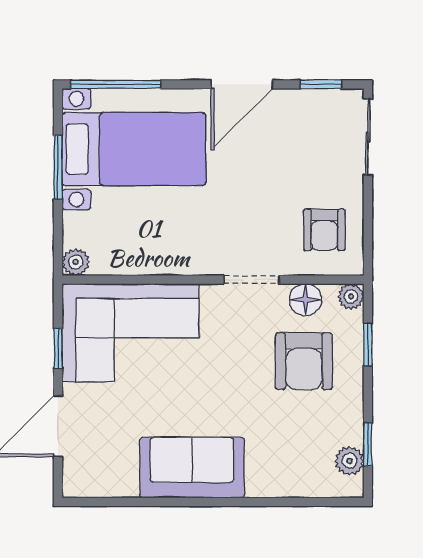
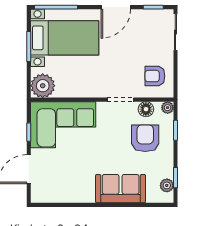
armchair: (324, 230) -> (155, 76), turned 90
plant: (76, 262) -> (43, 86), width x1.87, depth x1.87
armchair: (304, 361) -> (145, 138), turned 180
sofa: (192, 468) -> (121, 189), moved

